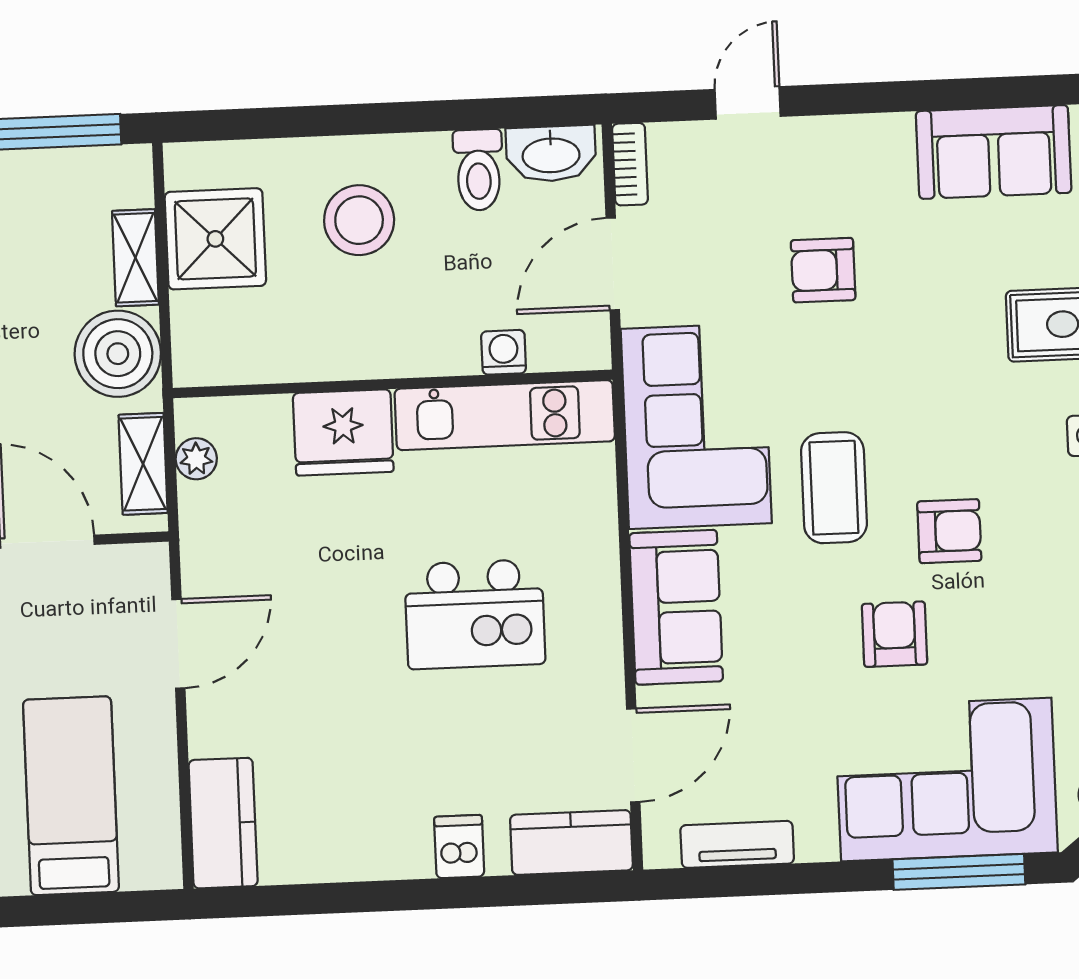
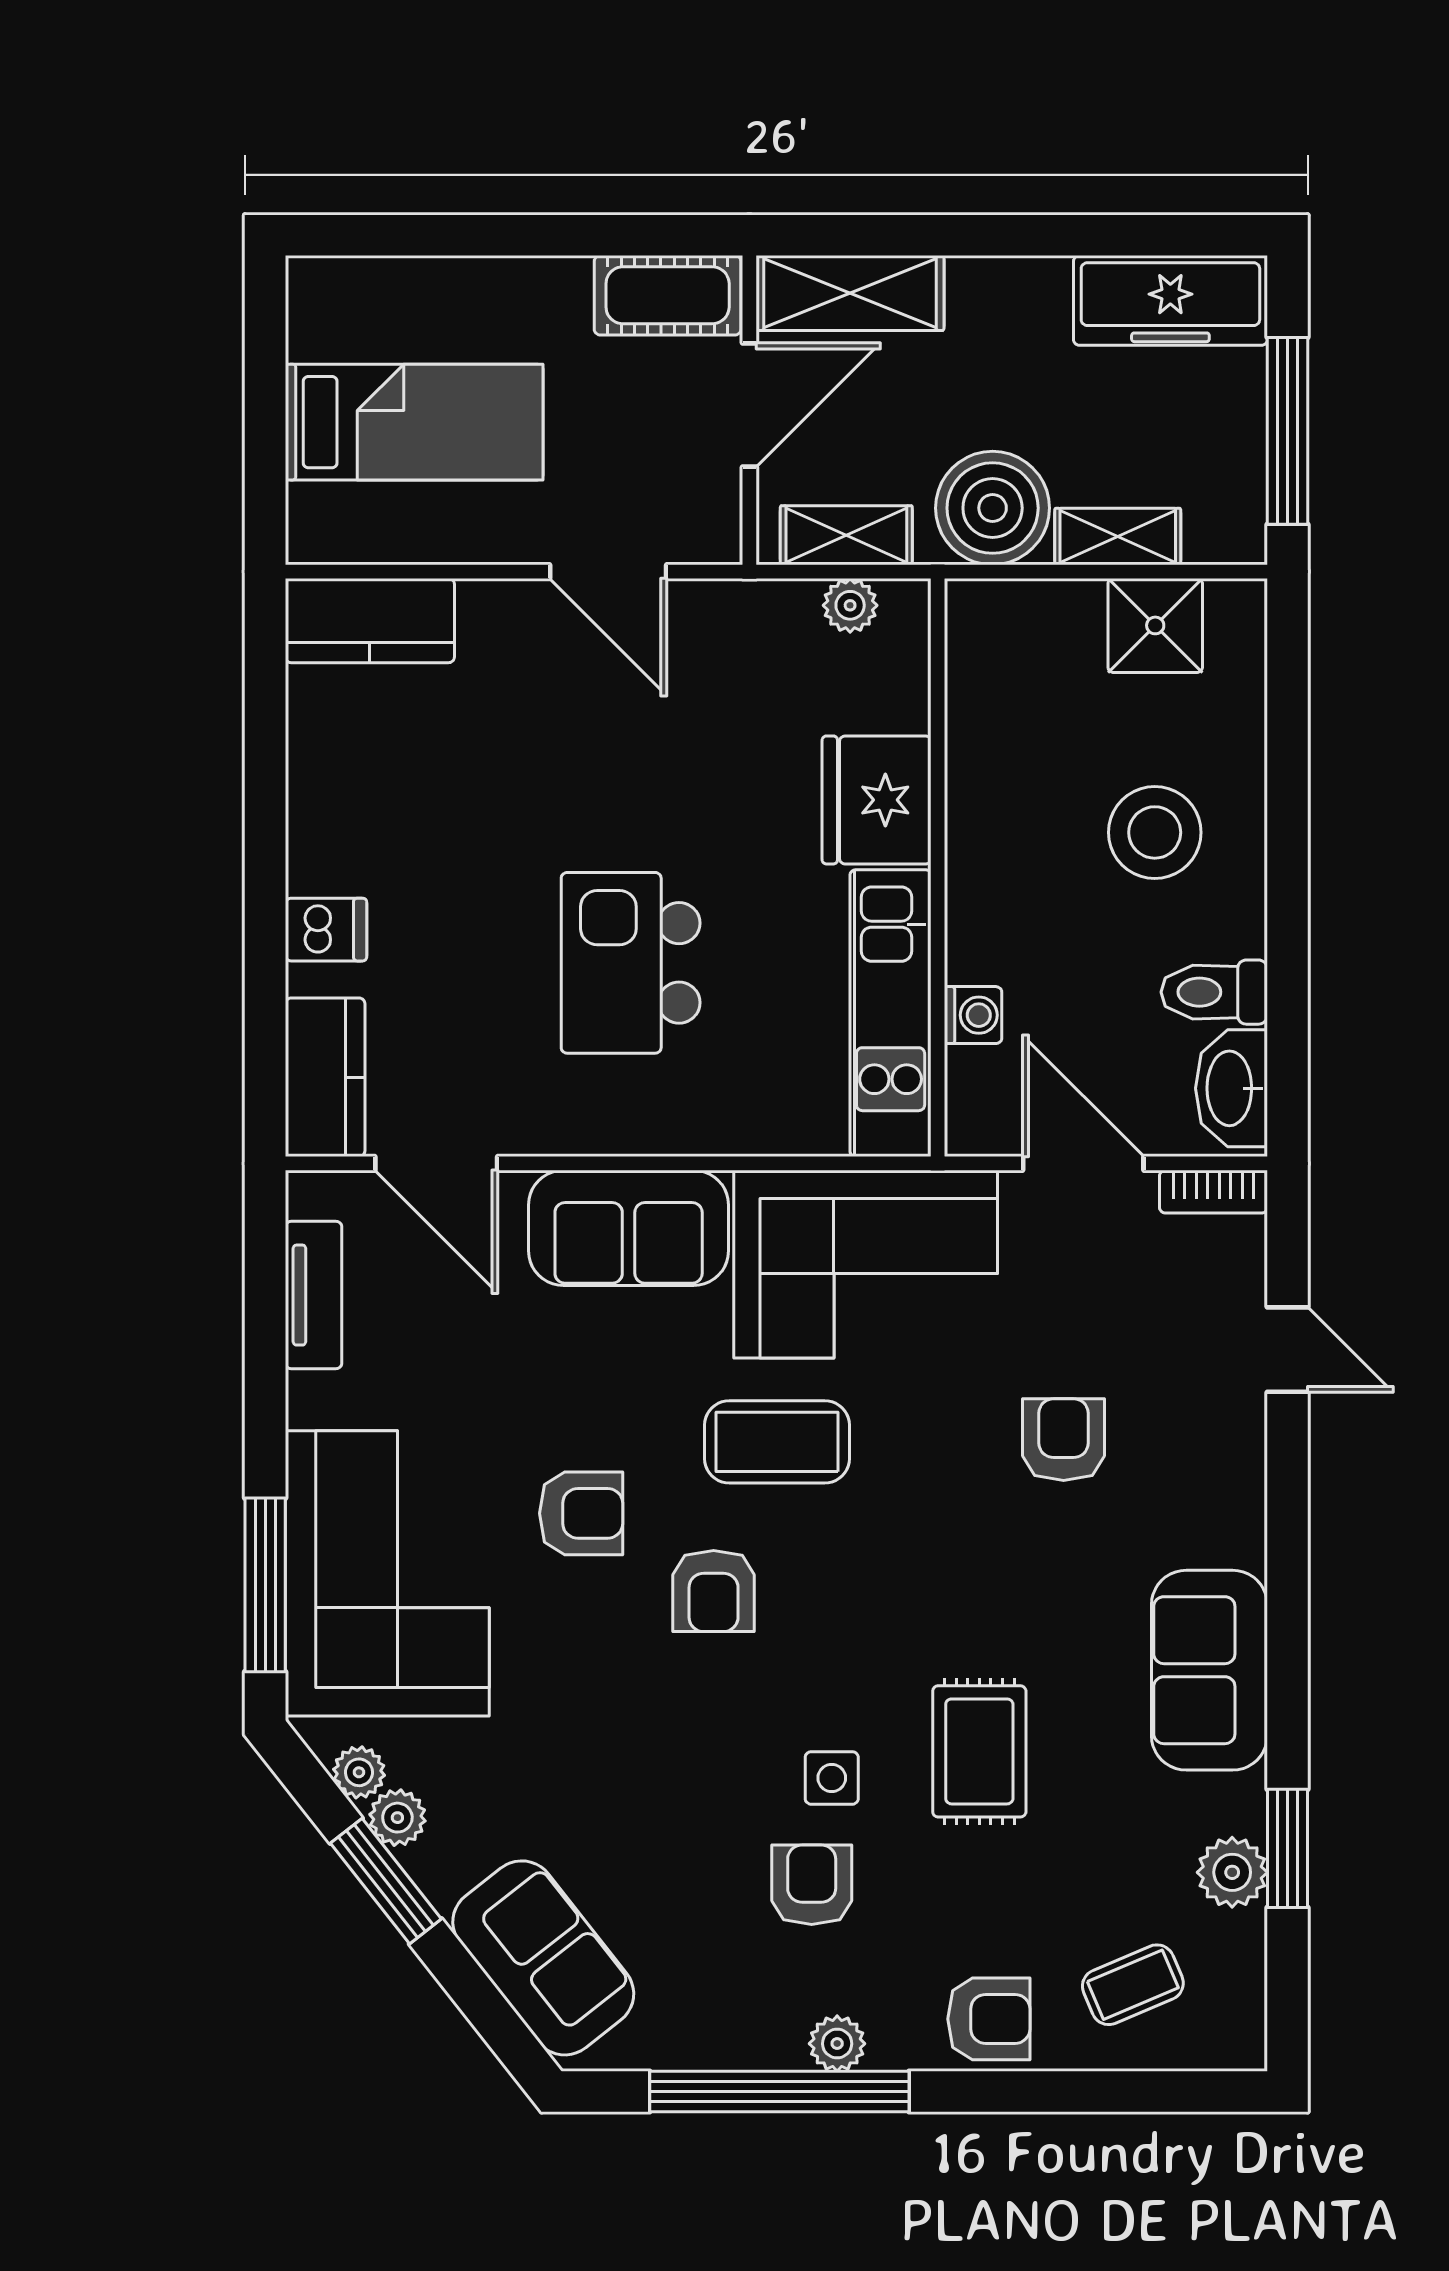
shower: (215, 239) -> (1155, 625), width x0.73, depth x0.73

